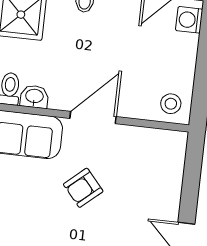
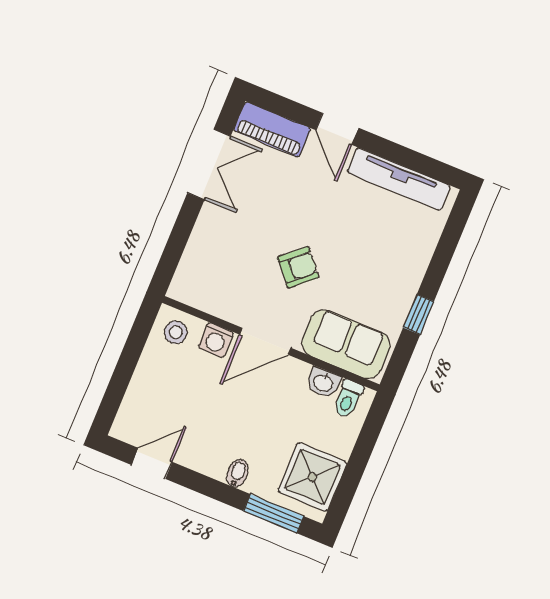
washing machine: (189, 20) -> (216, 340), moved, turned 90

